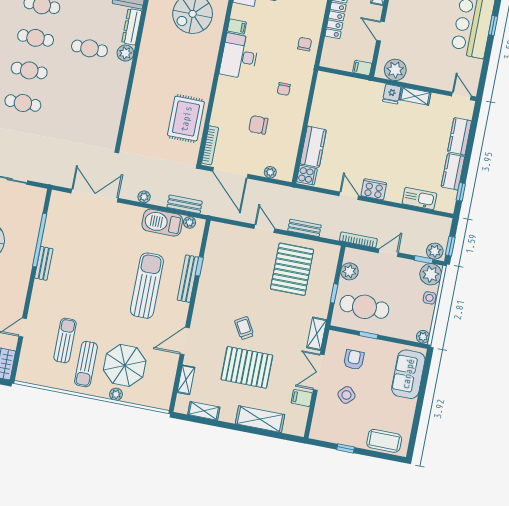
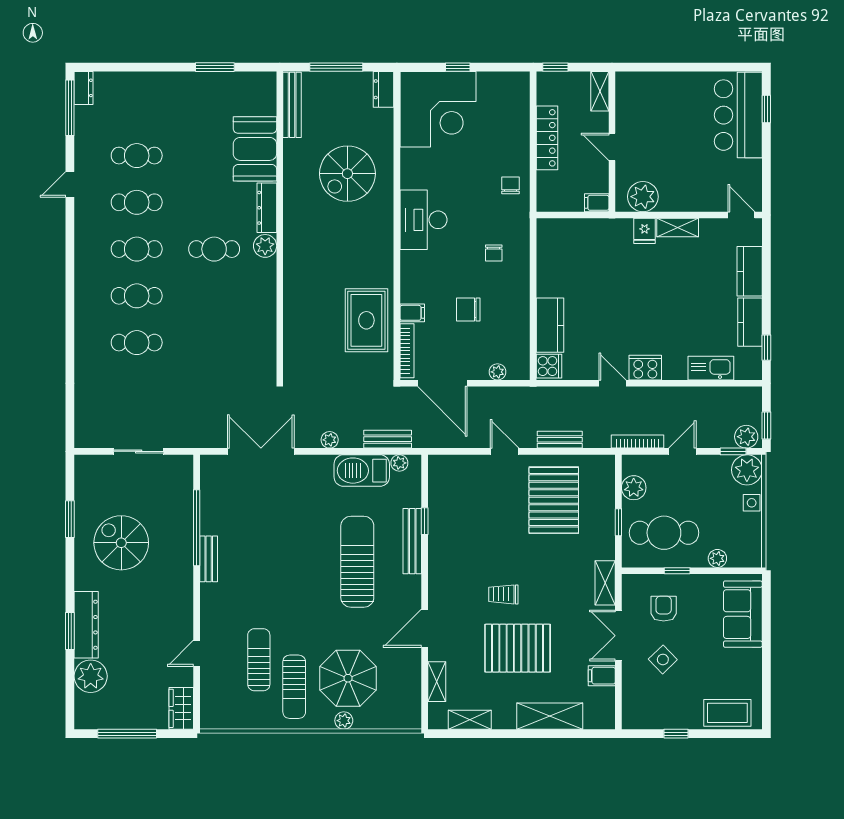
filing cabinet: (237, 27) -> (412, 313), moved
trolley: (244, 328) -> (503, 594), turned -60
plant: (423, 337) -> (717, 558), moved

